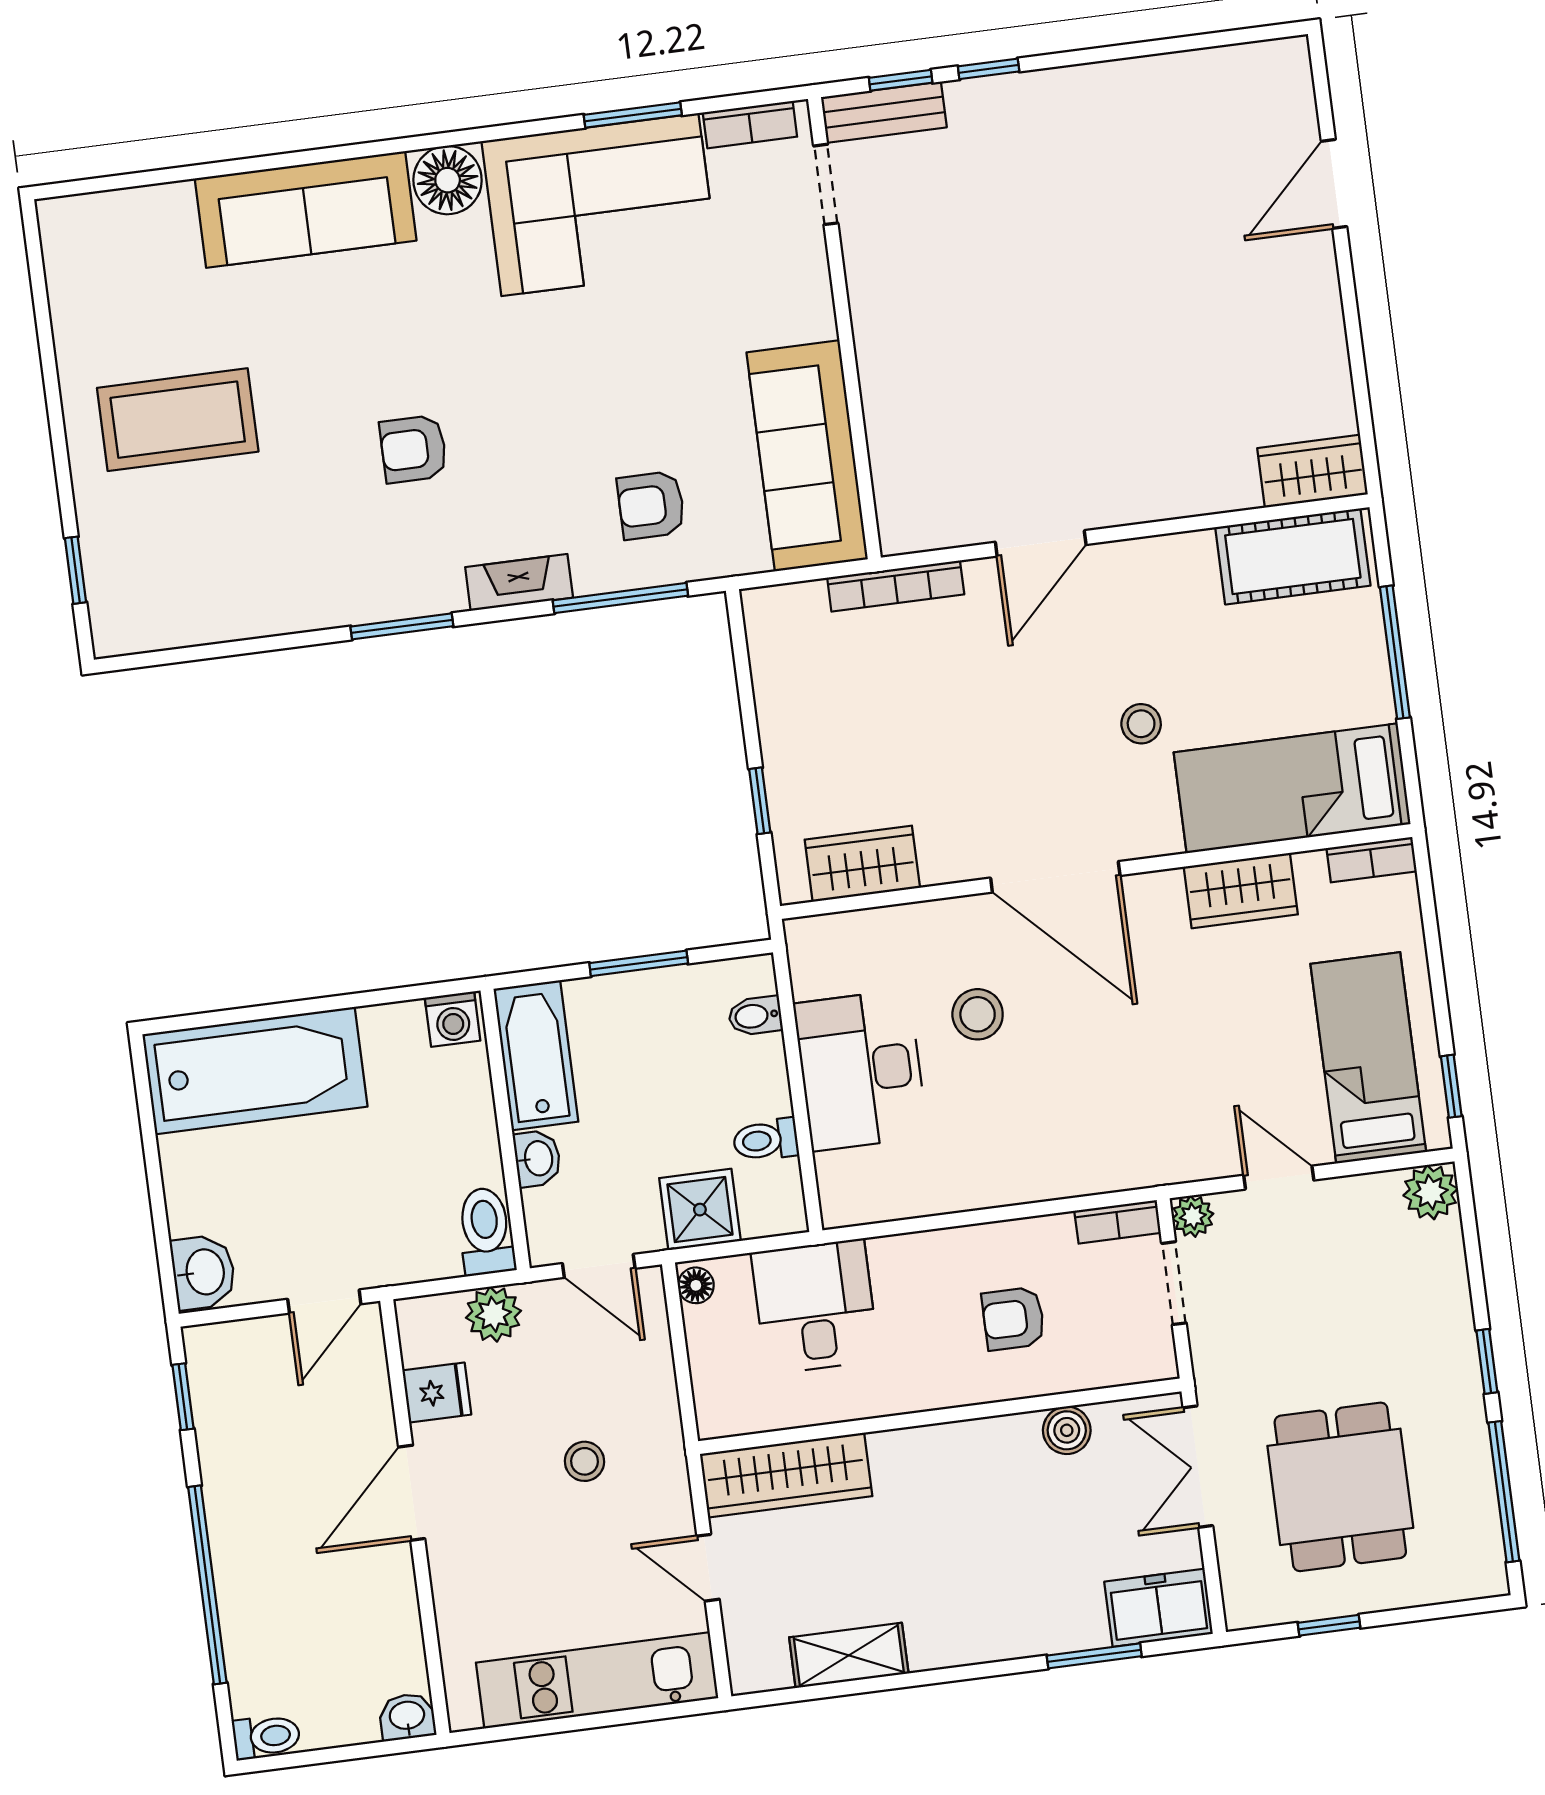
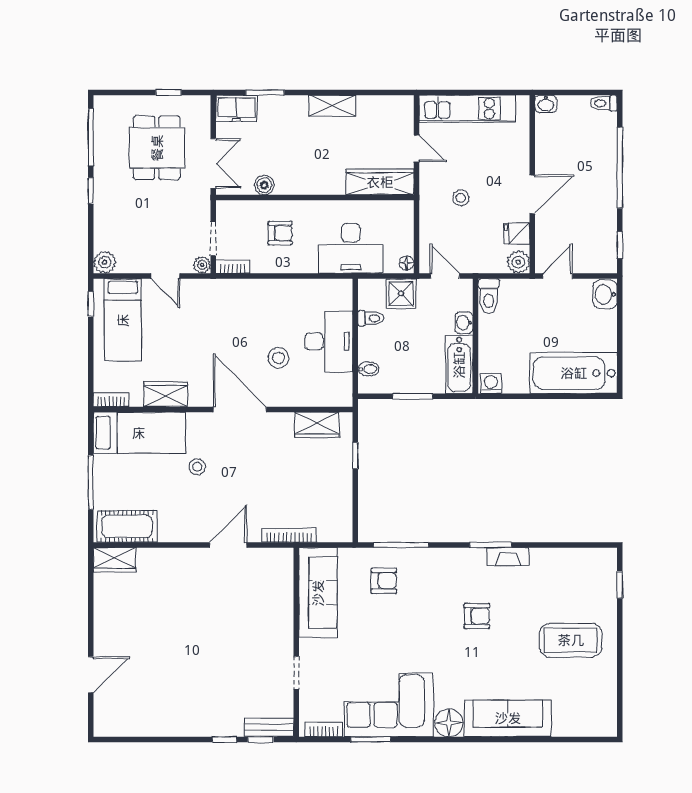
doorway: (826, 184) -> (296, 673), moved
fireplace: (519, 582) -> (508, 557), moved
desk: (815, 1306) -> (351, 248), width x1.37
plant: (493, 1314) -> (518, 262), moved
shelving: (849, 1655) -> (332, 106), moved

